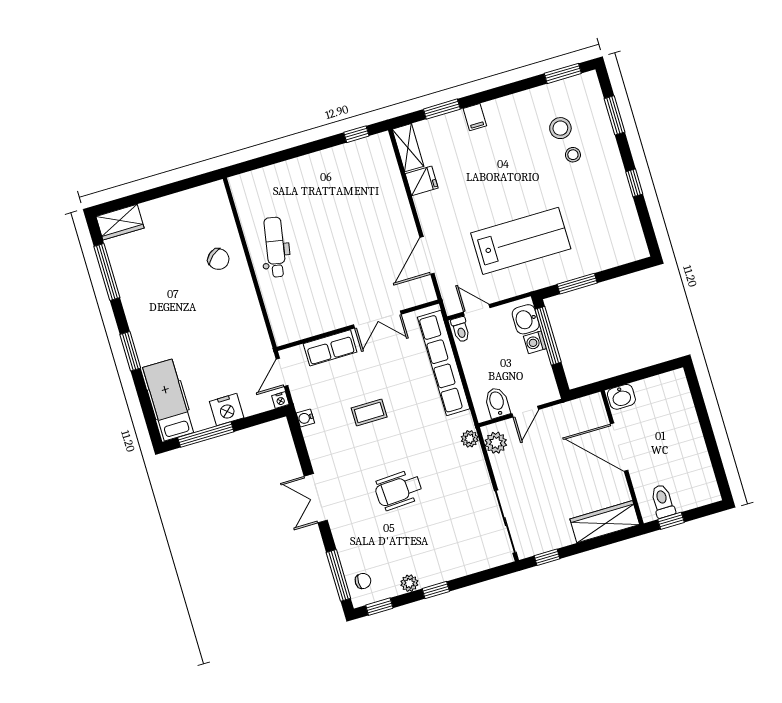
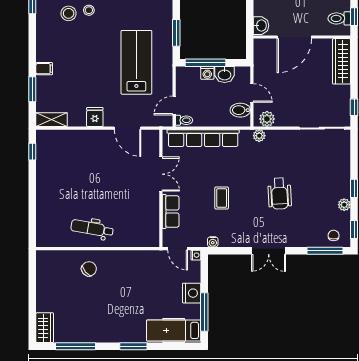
fridge: (422, 181) -> (95, 117), moved
washbasin: (526, 319) -> (225, 75), moved

